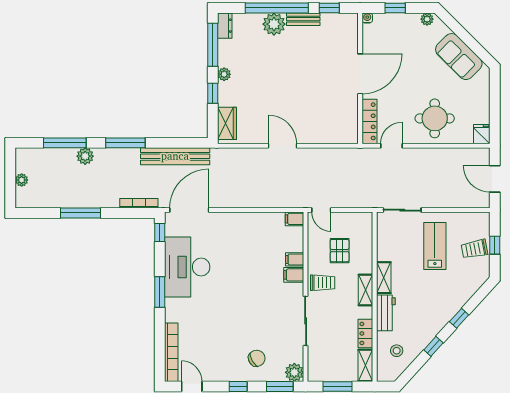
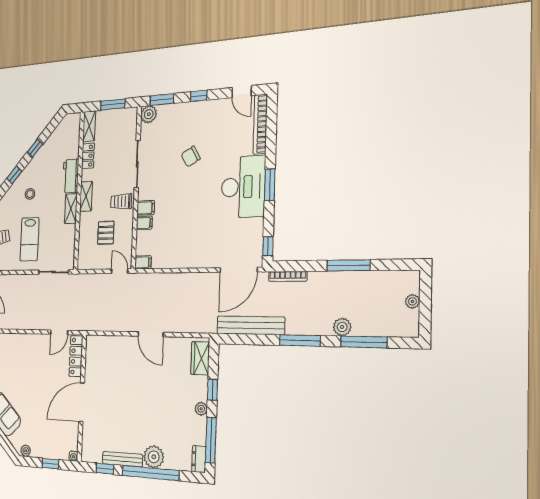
bench: (303, 19) -> (122, 459), width x1.36
round table: (435, 118) -> (24, 357), removed
desk: (187, 267) -> (243, 187), moved
stool: (397, 351) -> (30, 194), moved
chair: (257, 358) -> (191, 157), moved

